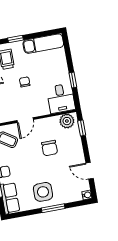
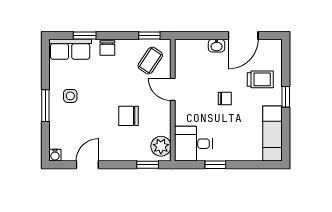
side table: (43, 192) -> (70, 96), width x0.54, depth x0.54

